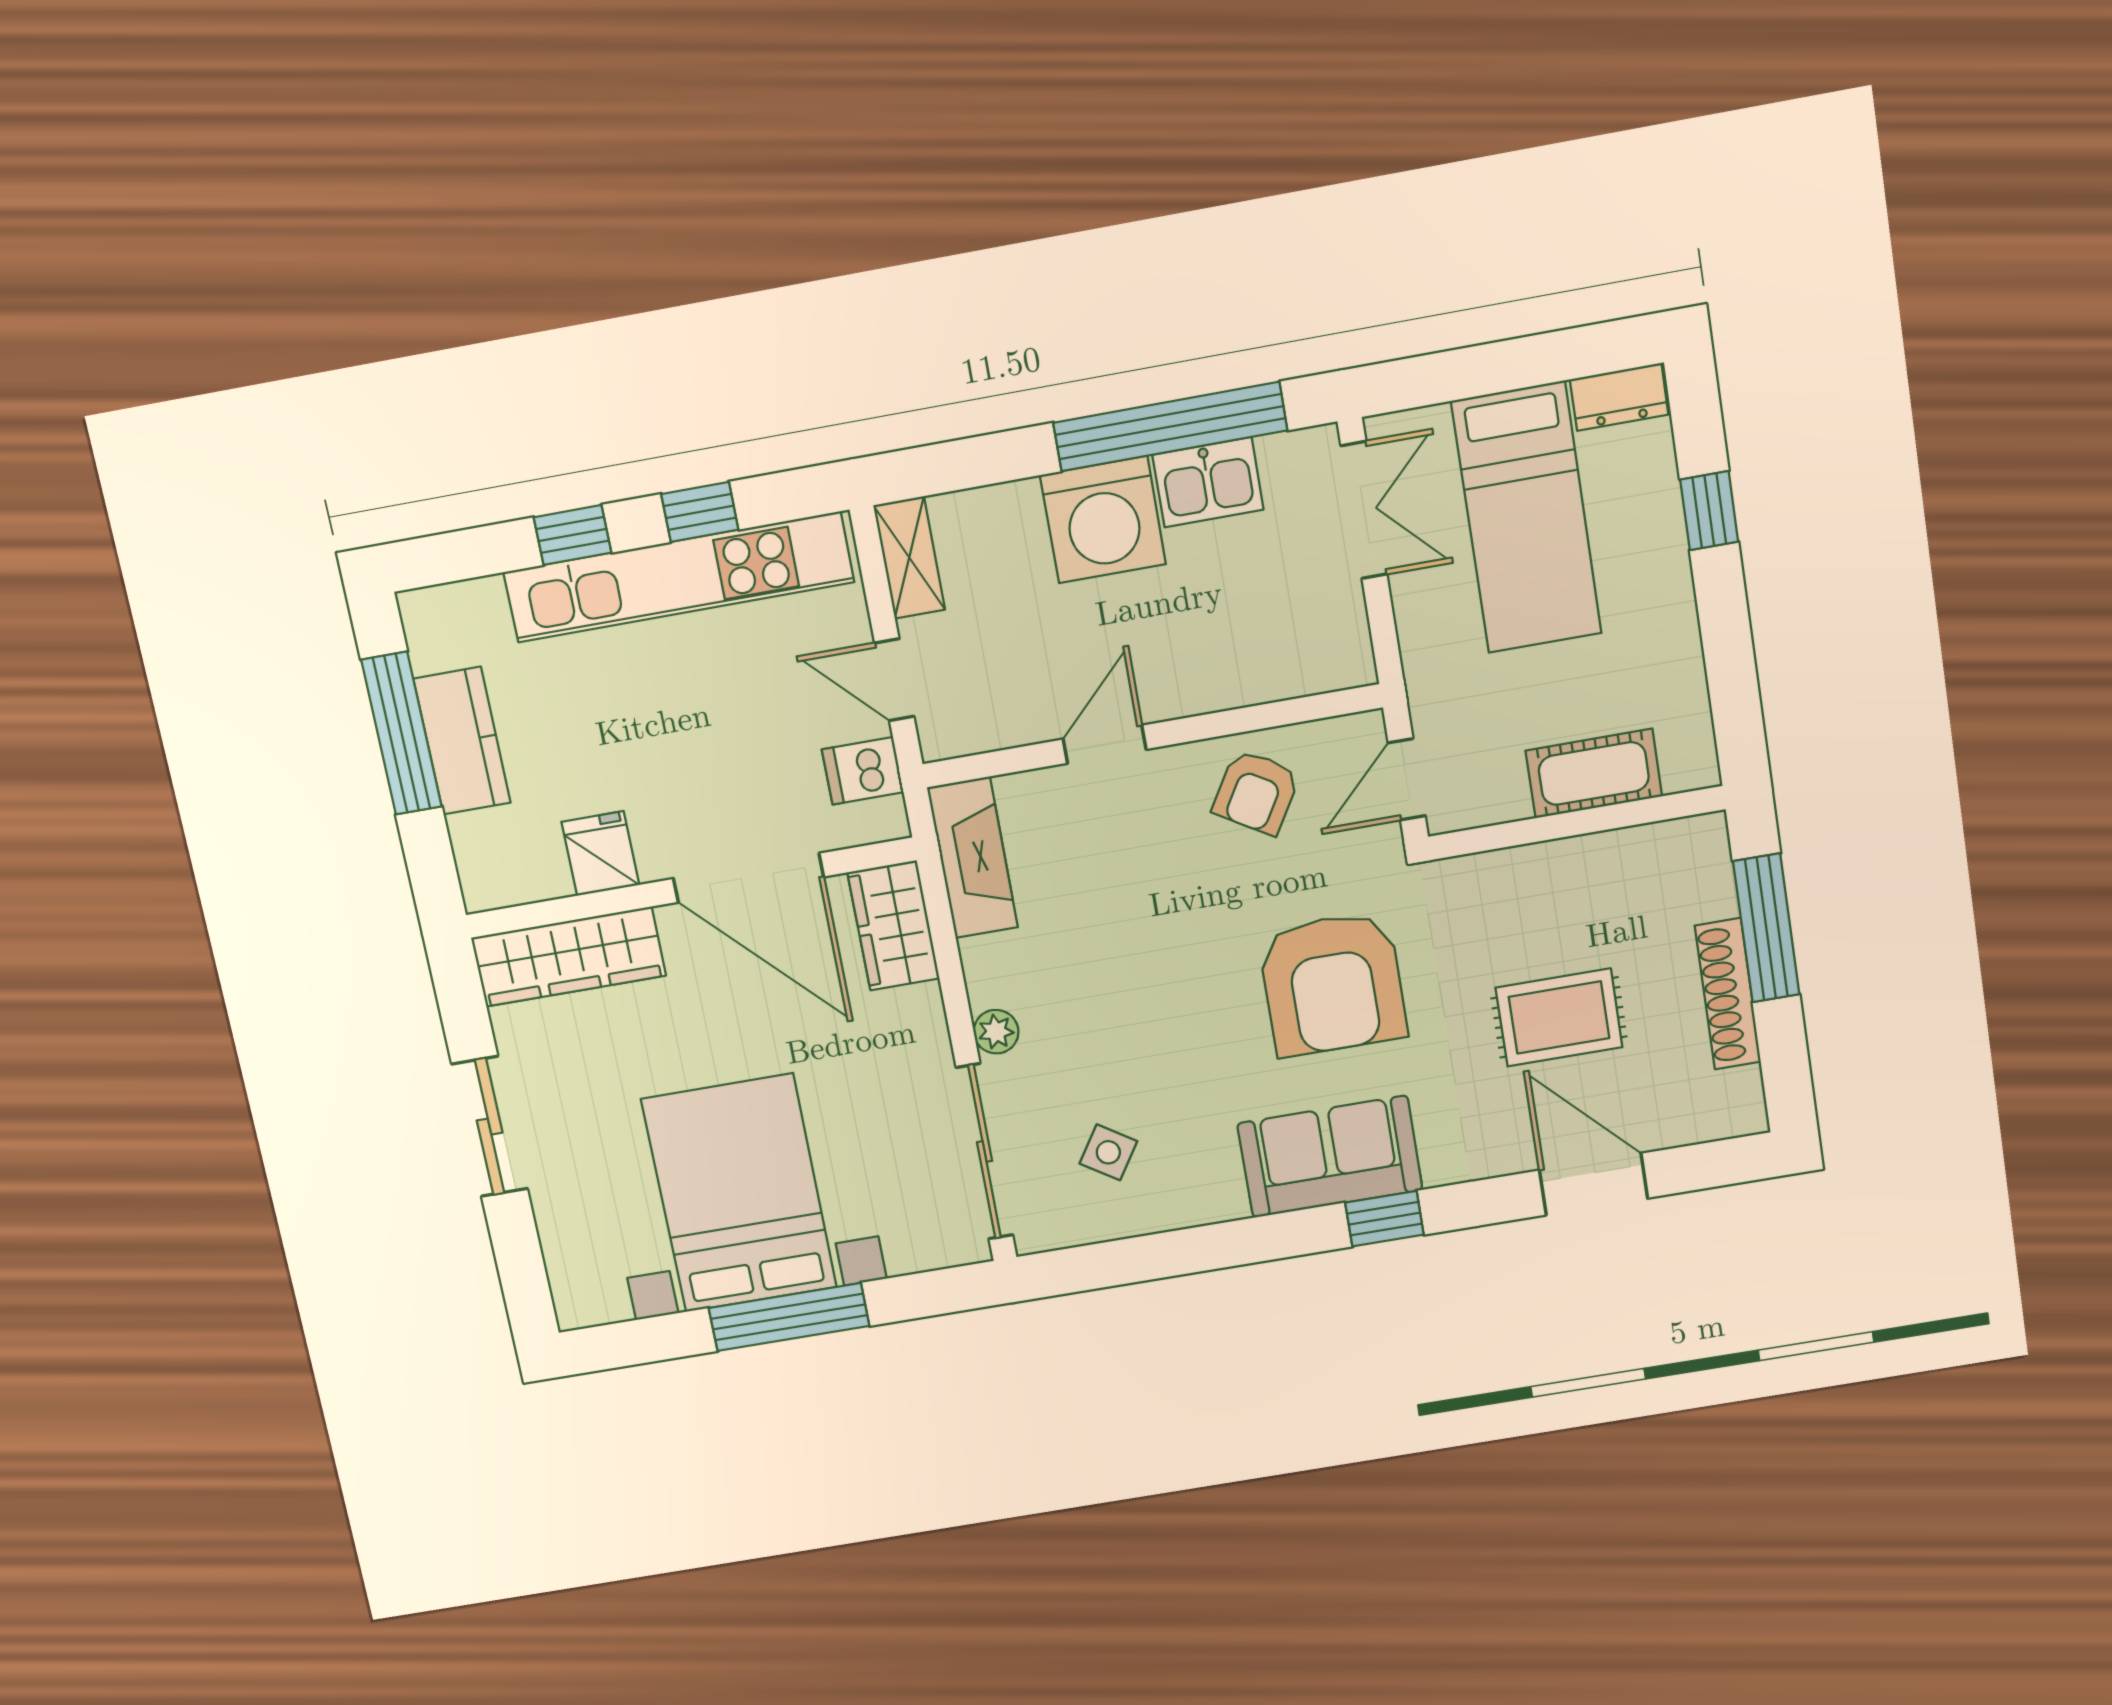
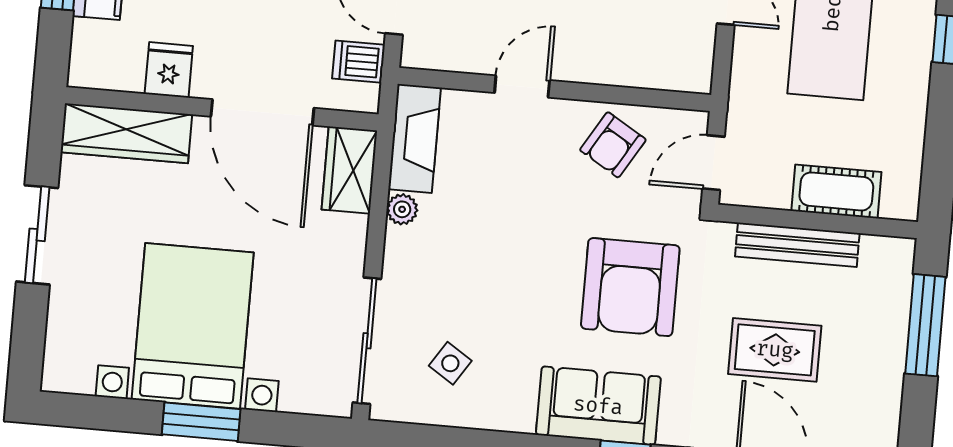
bench: (1556, 863) -> (797, 245), added
shoe rack: (1728, 994) -> (890, 363), removed
plant: (996, 1032) -> (402, 209), moved
window: (789, 1317) -> (201, 422), width x0.69

